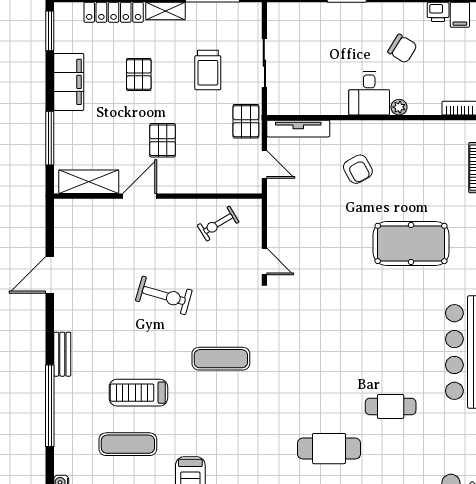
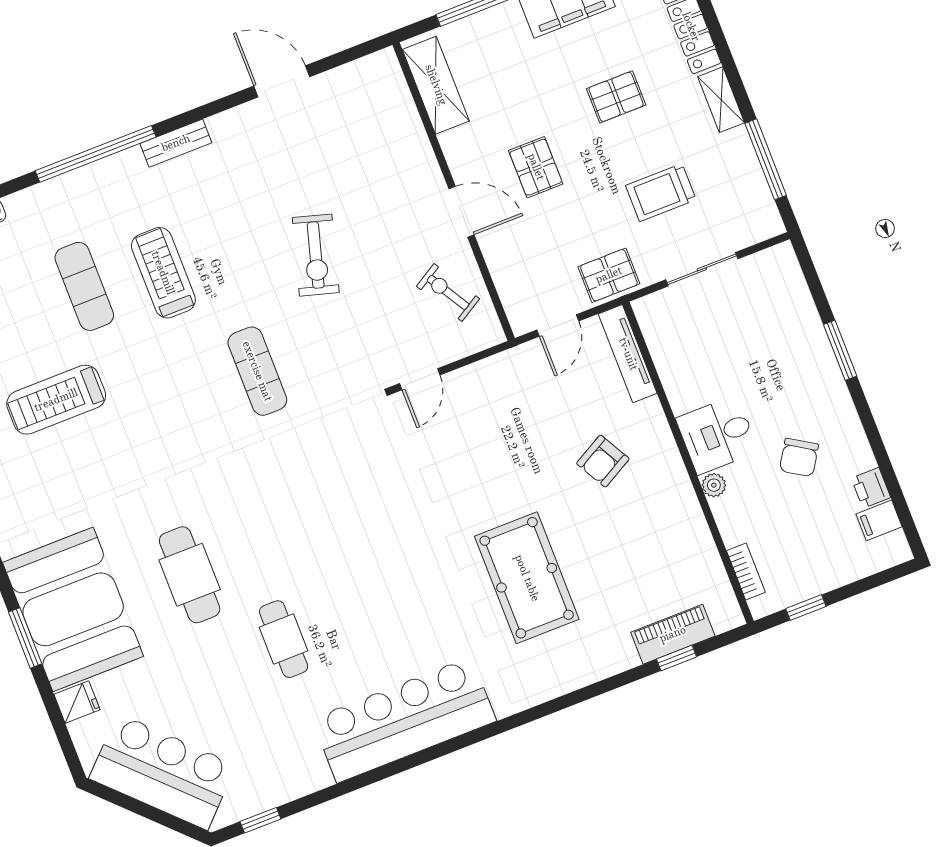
pallet: (163, 140) -> (536, 167), turned 90
door: (140, 196) -> (461, 212), moved

